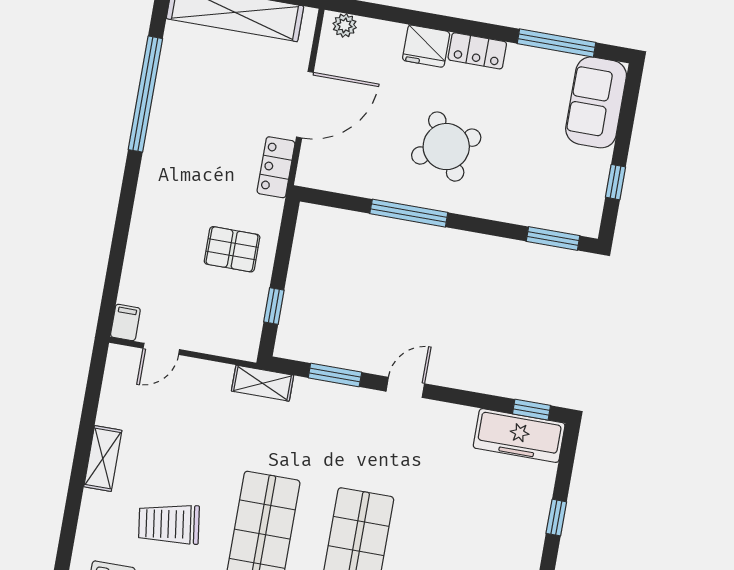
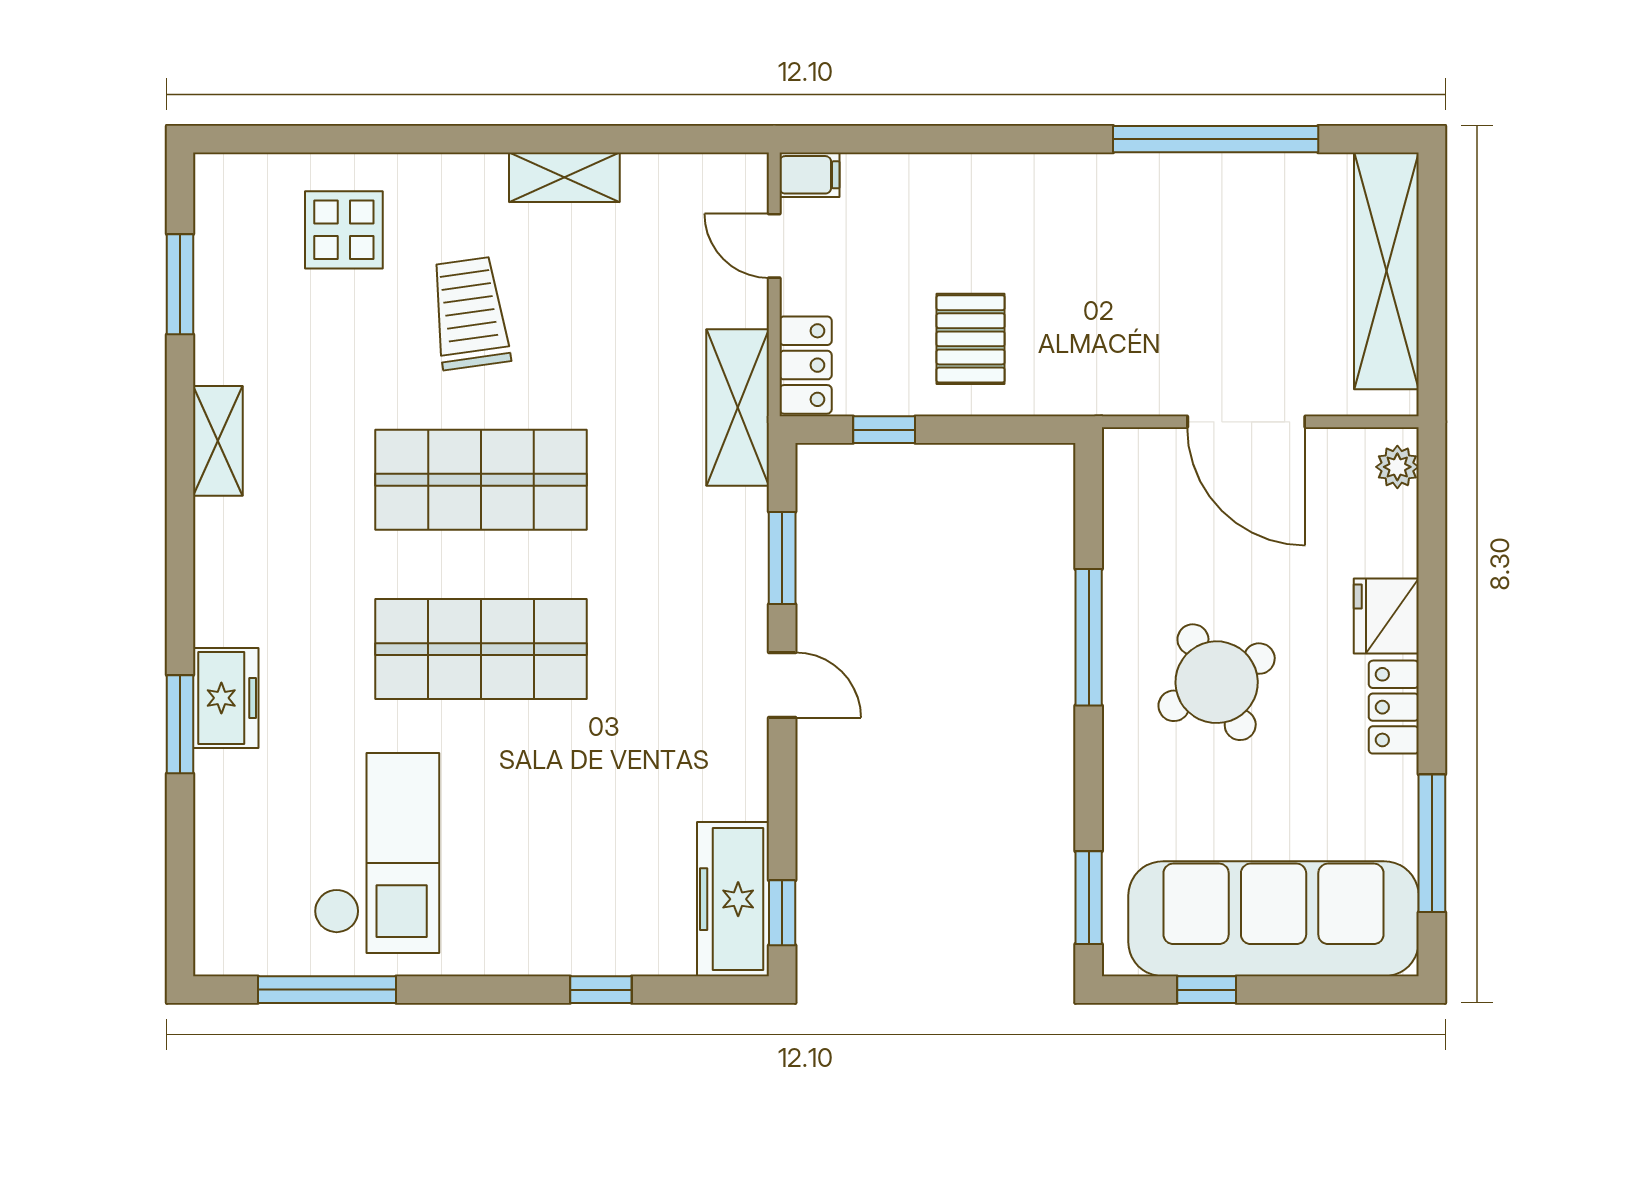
sofa: (596, 102) -> (1274, 919), width x1.85, depth x1.27
locker: (276, 167) -> (806, 365), moved, turned 90
shelving: (263, 383) -> (738, 408), width x1.50, depth x1.33

